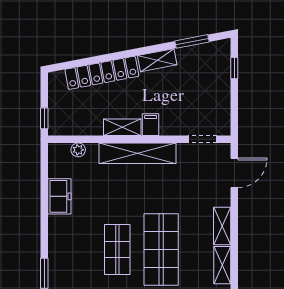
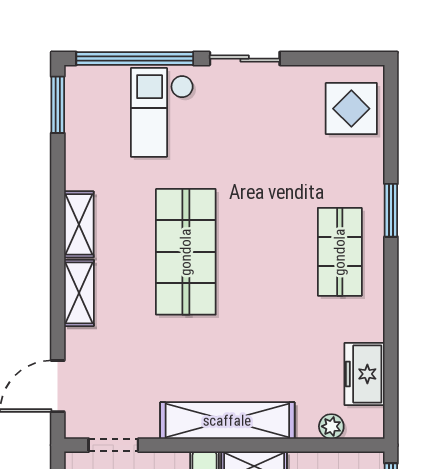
freezer: (59, 196) -> (364, 374), moved
shop shelf: (117, 249) -> (340, 252), moved

